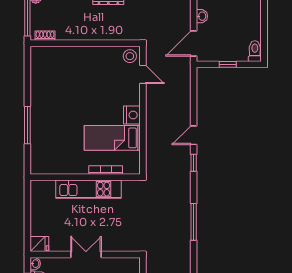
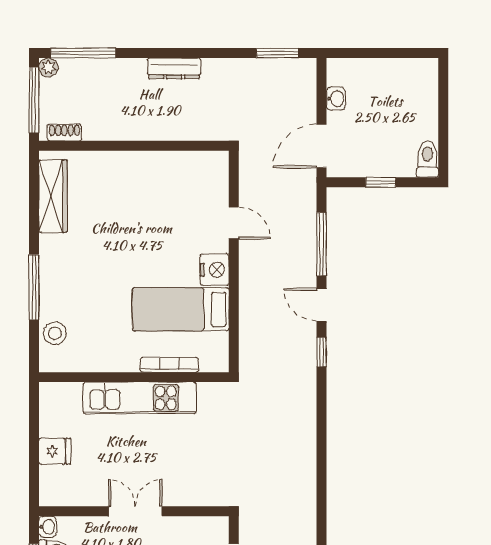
stool: (130, 56) -> (55, 333), moved
wardrobe: (38, 72) -> (53, 196), added
door: (143, 74) -> (234, 223), moved
door: (194, 135) -> (321, 305), hinge flipped
window: (194, 222) -> (321, 244), moved
fridge: (39, 244) -> (55, 451), moved

